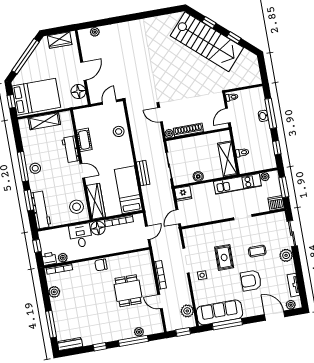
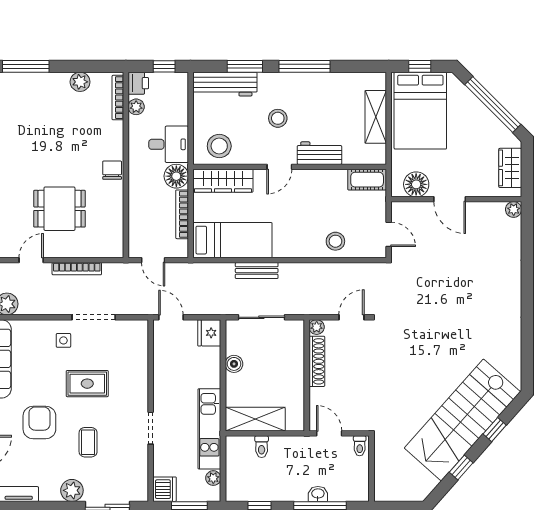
plant: (95, 32) -> (514, 209), moved
cot: (84, 140) -> (367, 180), moved
stool: (35, 168) -> (278, 118), moved

